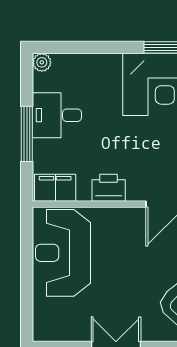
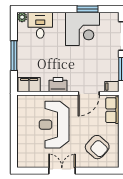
desk: (57, 115) -> (40, 25), moved, turned 90
reception desk: (63, 253) -> (54, 125), moved

